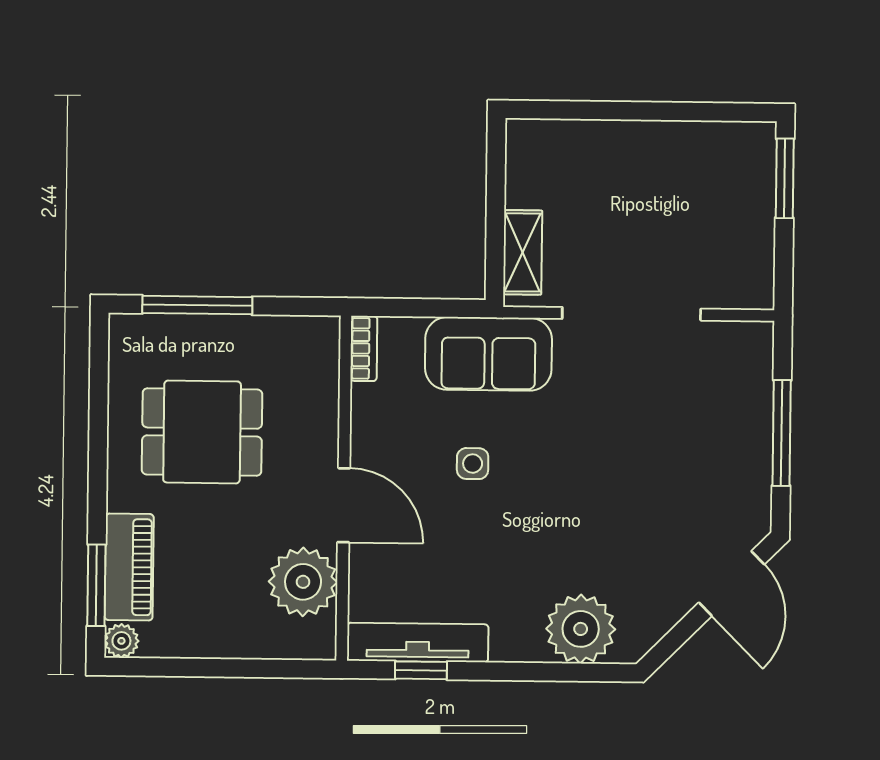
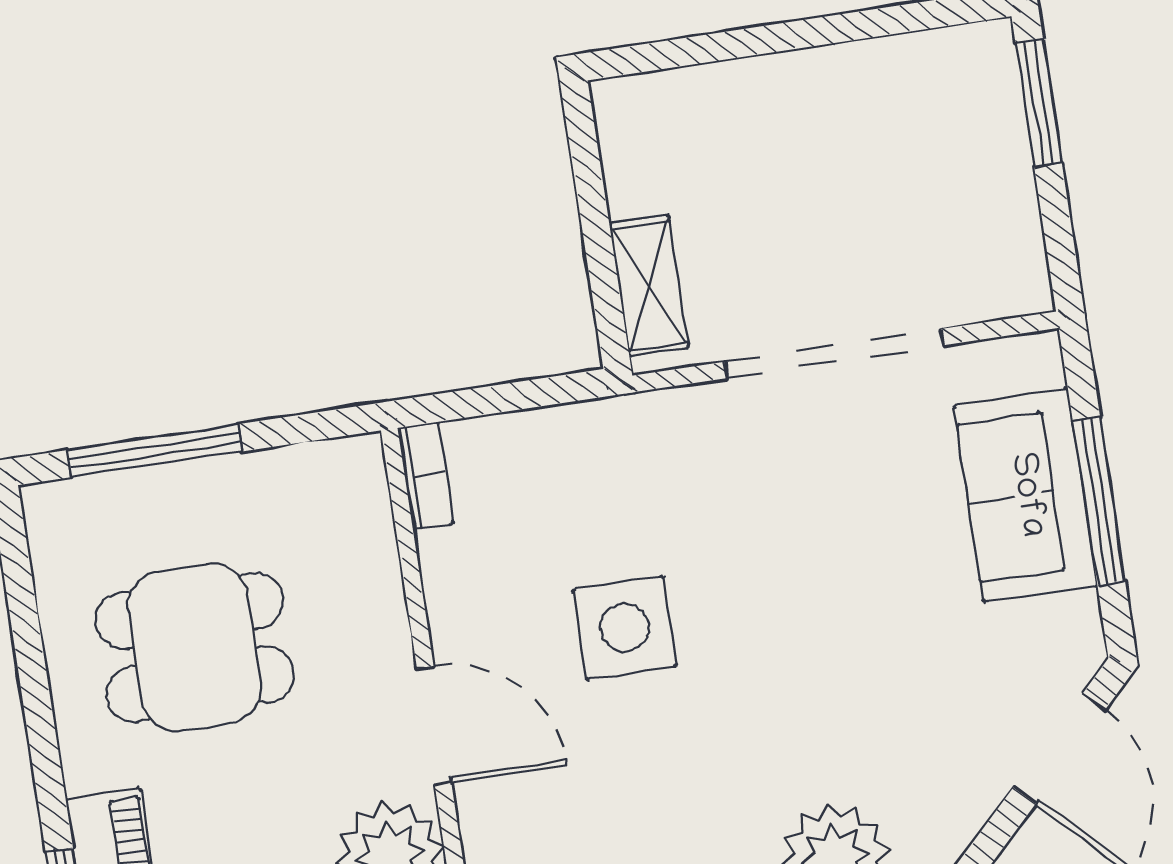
sofa: (488, 354) -> (1026, 495), moved, turned 90
side table: (473, 464) -> (625, 628), width x1.87, depth x1.87

